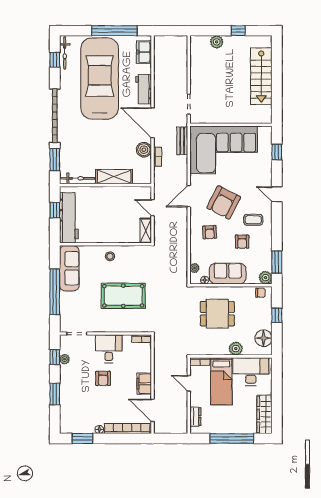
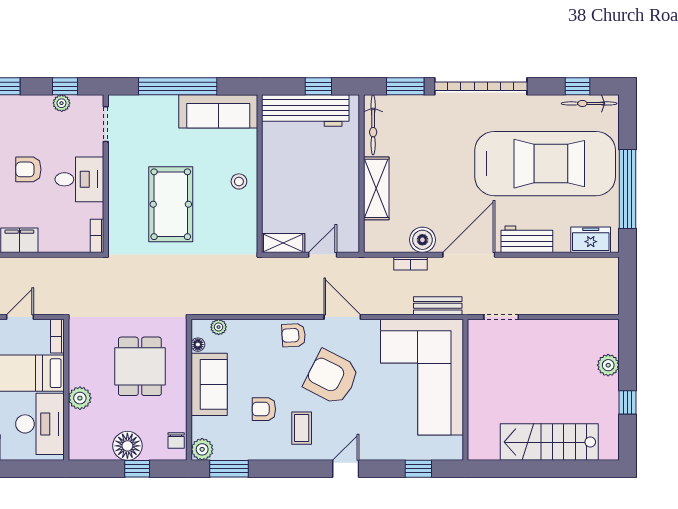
armchair: (210, 232) -> (294, 335), moved
floor lamp: (263, 338) -> (127, 446), moved

